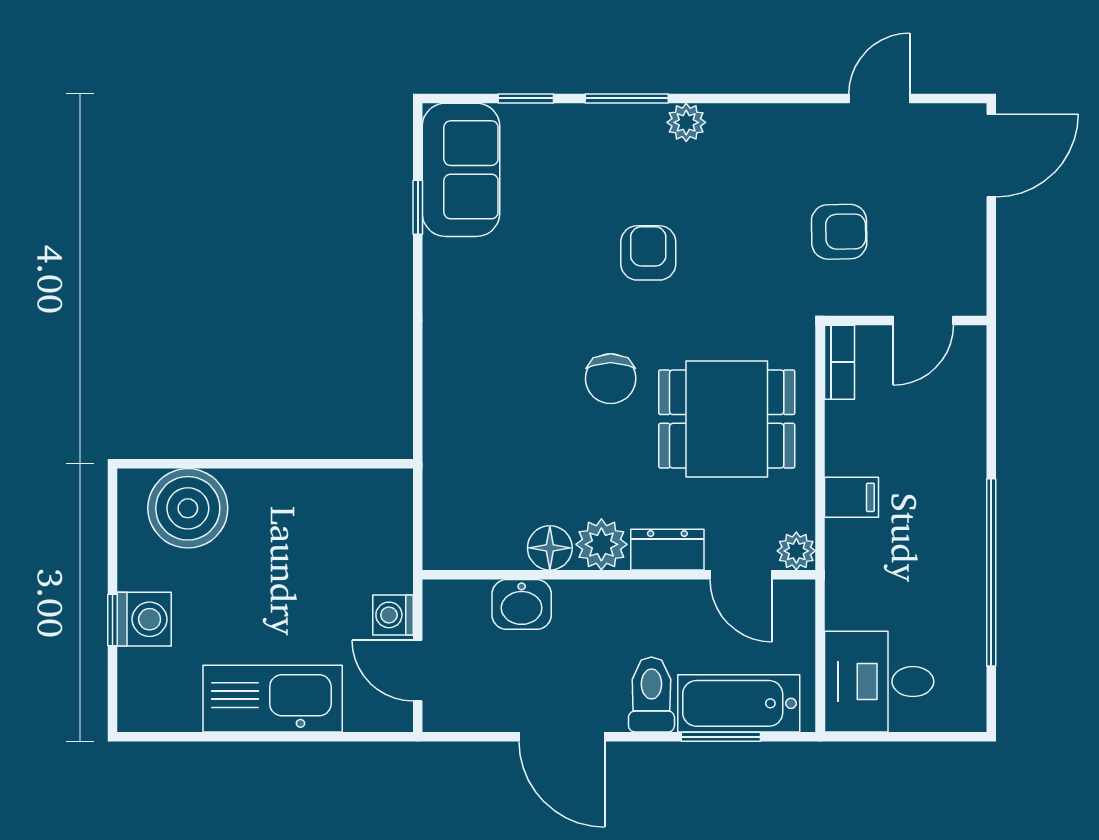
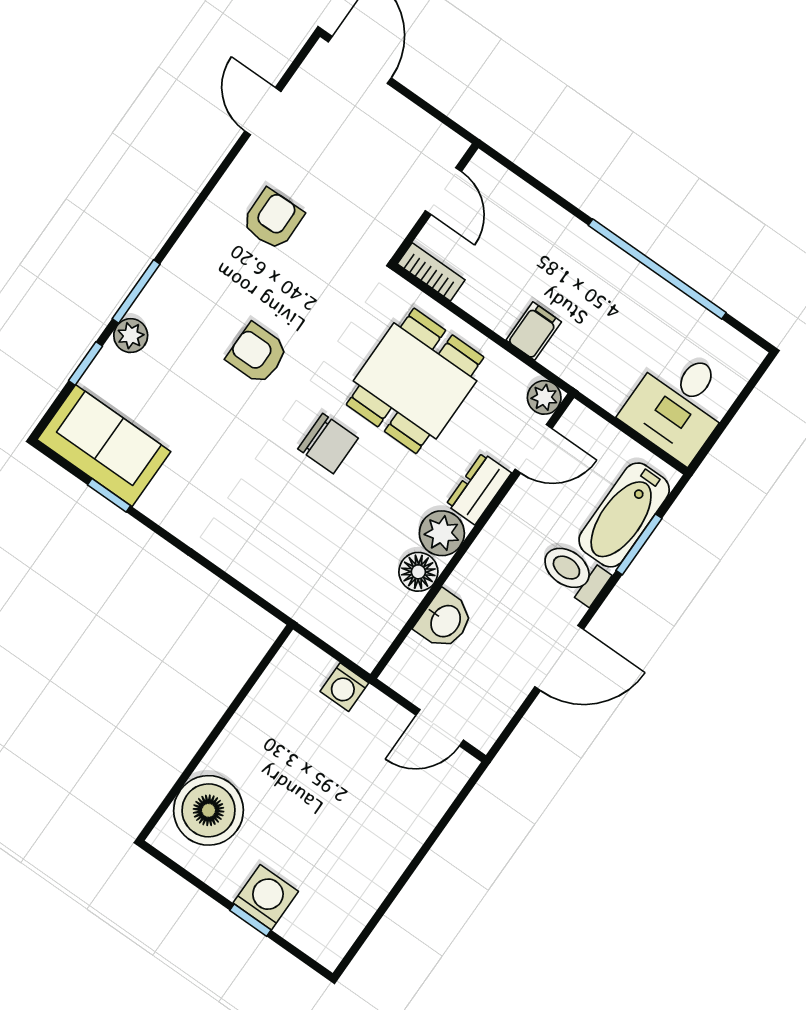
plant: (686, 122) -> (131, 336), moved
armchair: (839, 232) -> (273, 219), moved
washing machine: (393, 615) -> (344, 687), moved
kitchen sink: (273, 699) -> (387, 845), removed

